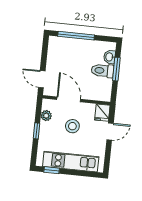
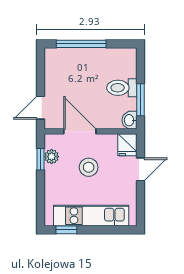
washbasin: (110, 57) -> (129, 120), moved
window: (116, 69) -> (140, 100), moved
door: (42, 79) -> (40, 108), hinge flipped
window: (36, 131) -> (40, 159), moved

